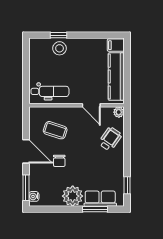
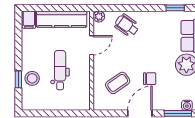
dental chair: (50, 91) -> (60, 70), moved
coffee table: (55, 130) -> (118, 83), turned 37

